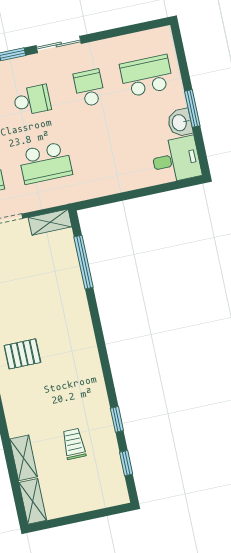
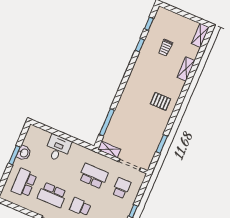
school desk: (146, 76) -> (24, 183), turned 90
school desk: (89, 88) -> (52, 195), width x1.85
desk: (176, 160) -> (58, 148), moved, turned 90
shelving: (24, 458) -> (186, 69), moved

